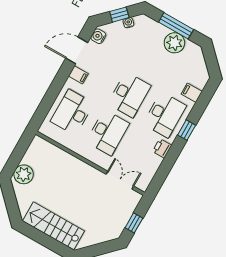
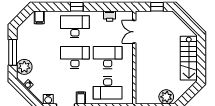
window: (119, 15) -> (26, 94), removed
plant: (174, 43) -> (24, 67), moved
filing cabinet: (192, 93) -> (39, 17), moved
printer: (162, 148) -> (110, 16), moved

